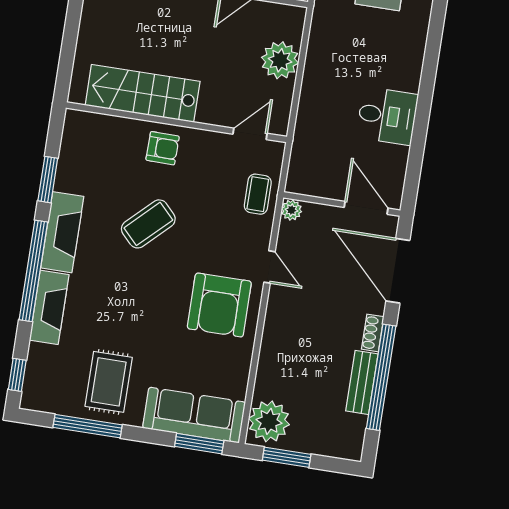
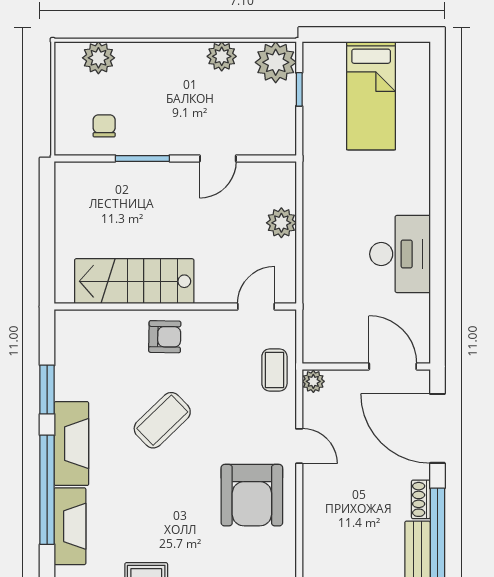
plant: (280, 60) -> (281, 223), width x0.73, depth x0.73
desk: (387, 116) -> (400, 254), width x1.37

